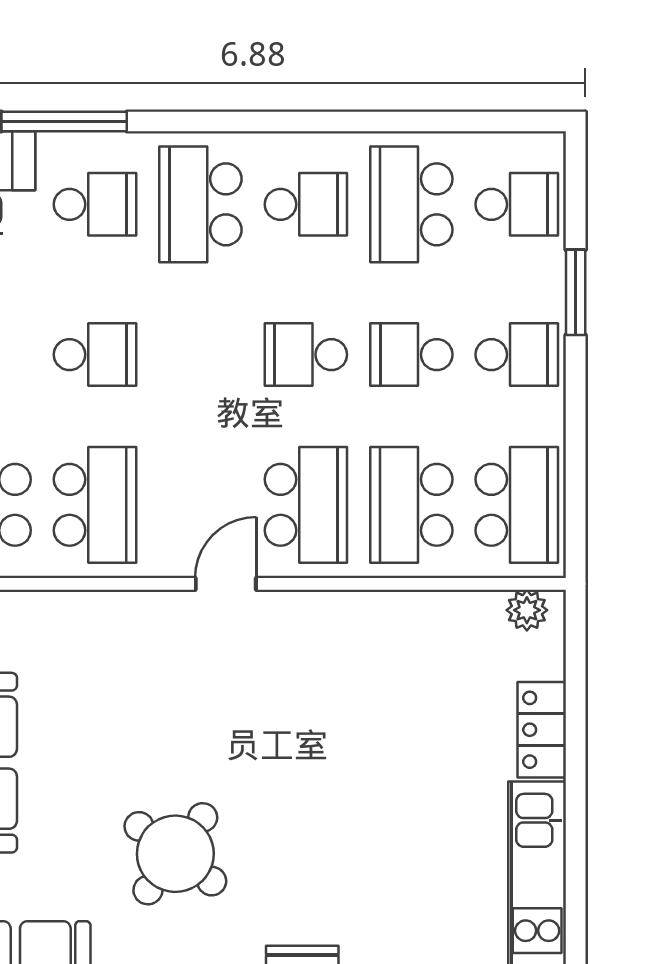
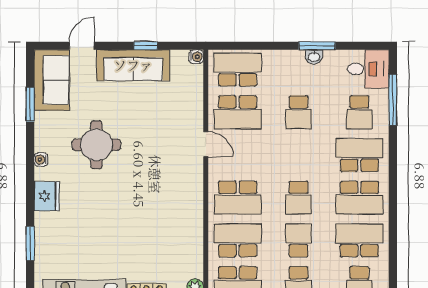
school desk: (306, 204) -> (359, 198), width x1.85
school desk: (306, 355) -> (298, 198), turned 180
door: (226, 584) -> (206, 144), moved
round table: (175, 854) -> (96, 145), turned -37

